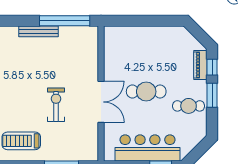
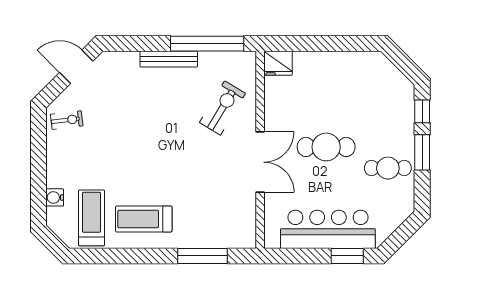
fridge: (113, 34) -> (278, 63), added
piano: (200, 65) -> (405, 108), removed
exercise bike: (56, 105) -> (222, 108), moved, turned 31

